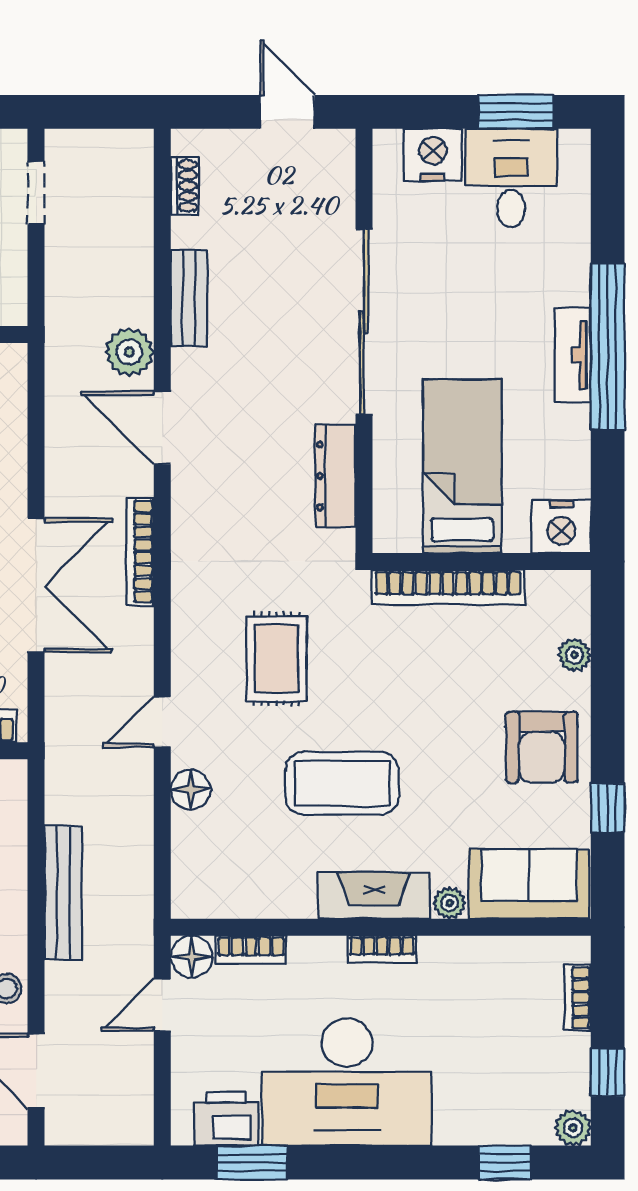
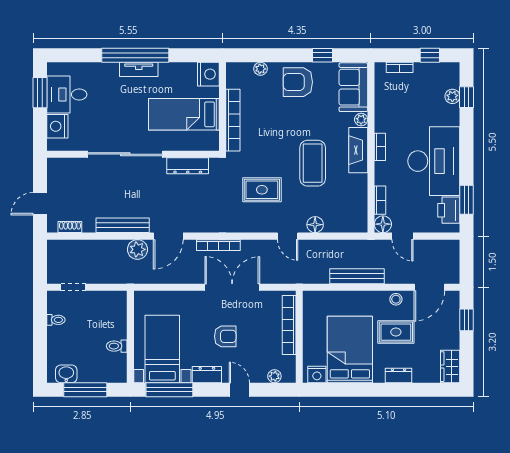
door: (287, 112) -> (40, 204), moved
bench: (189, 298) -> (123, 225), width x1.36
armchair: (542, 747) -> (298, 82), turned 180
plant: (573, 1128) -> (452, 96), moved

